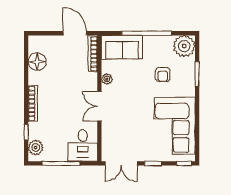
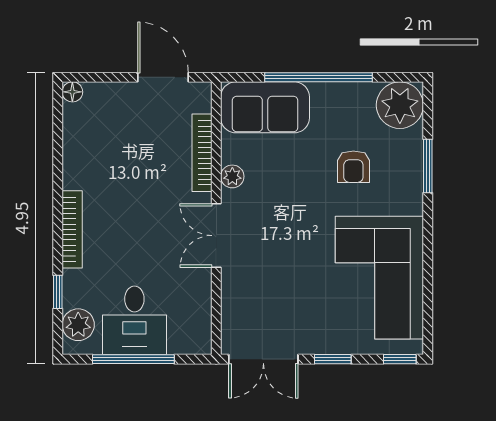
bookcase: (93, 54) -> (202, 153), moved
floor lamp: (37, 62) -> (72, 92), moved, width x0.53, depth x0.53
desk: (83, 145) -> (134, 320), moved

